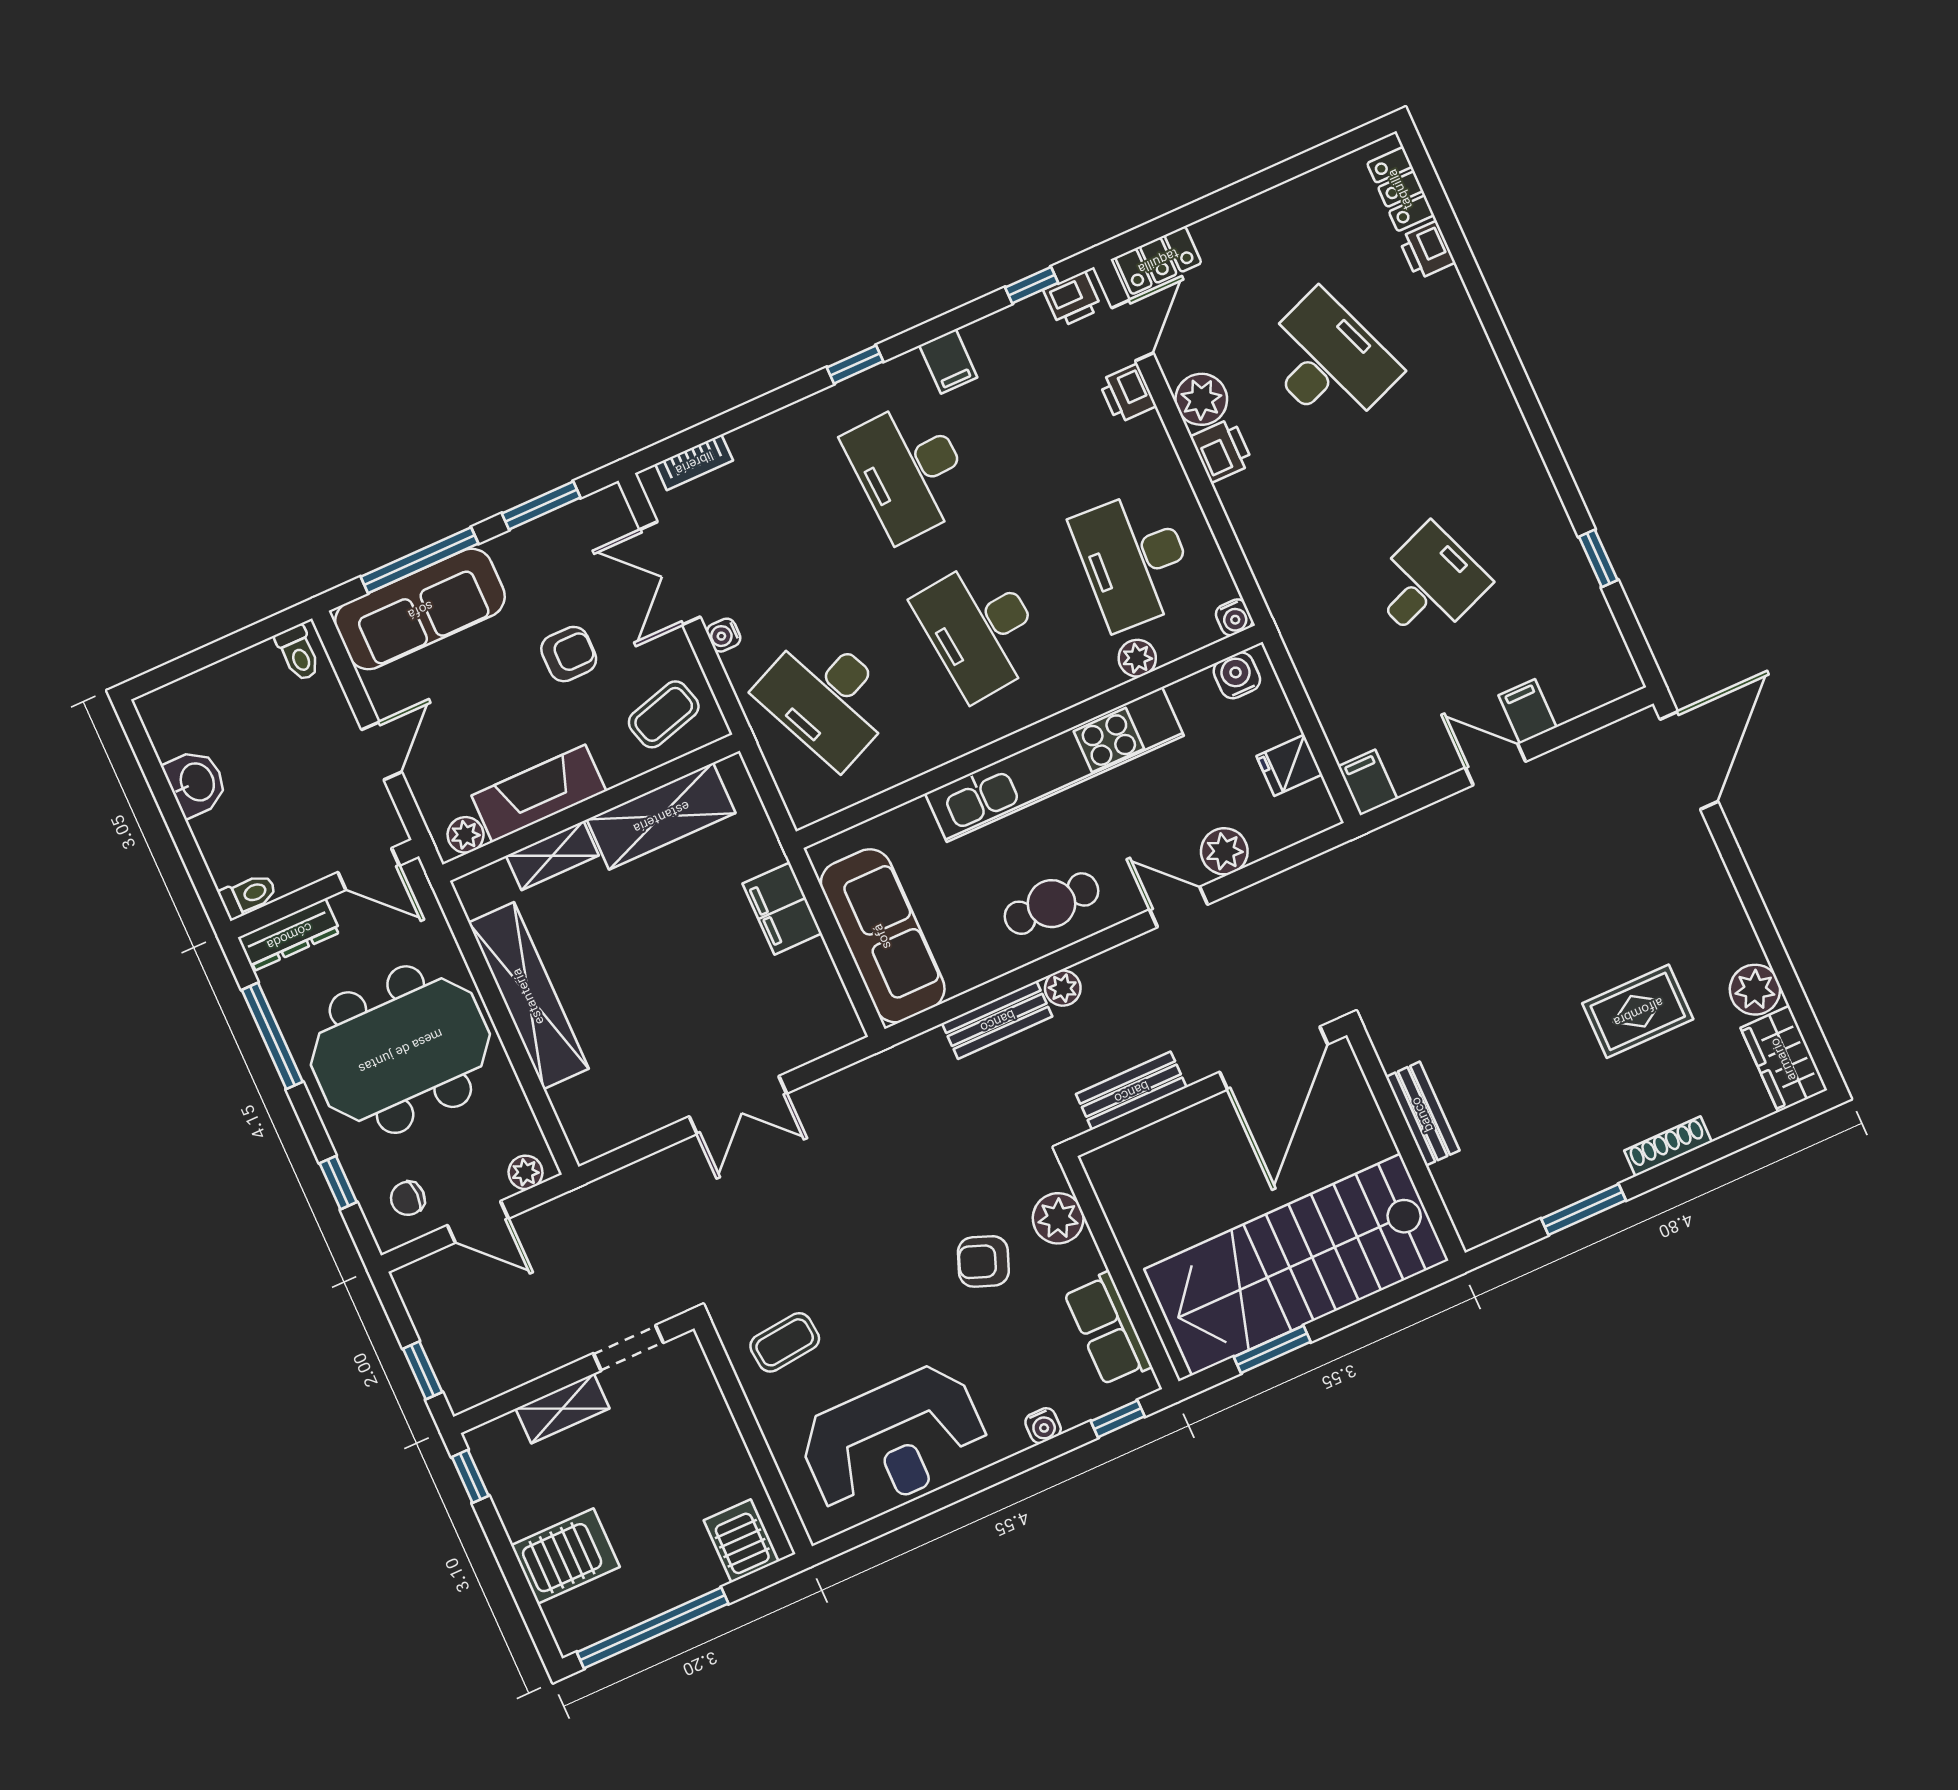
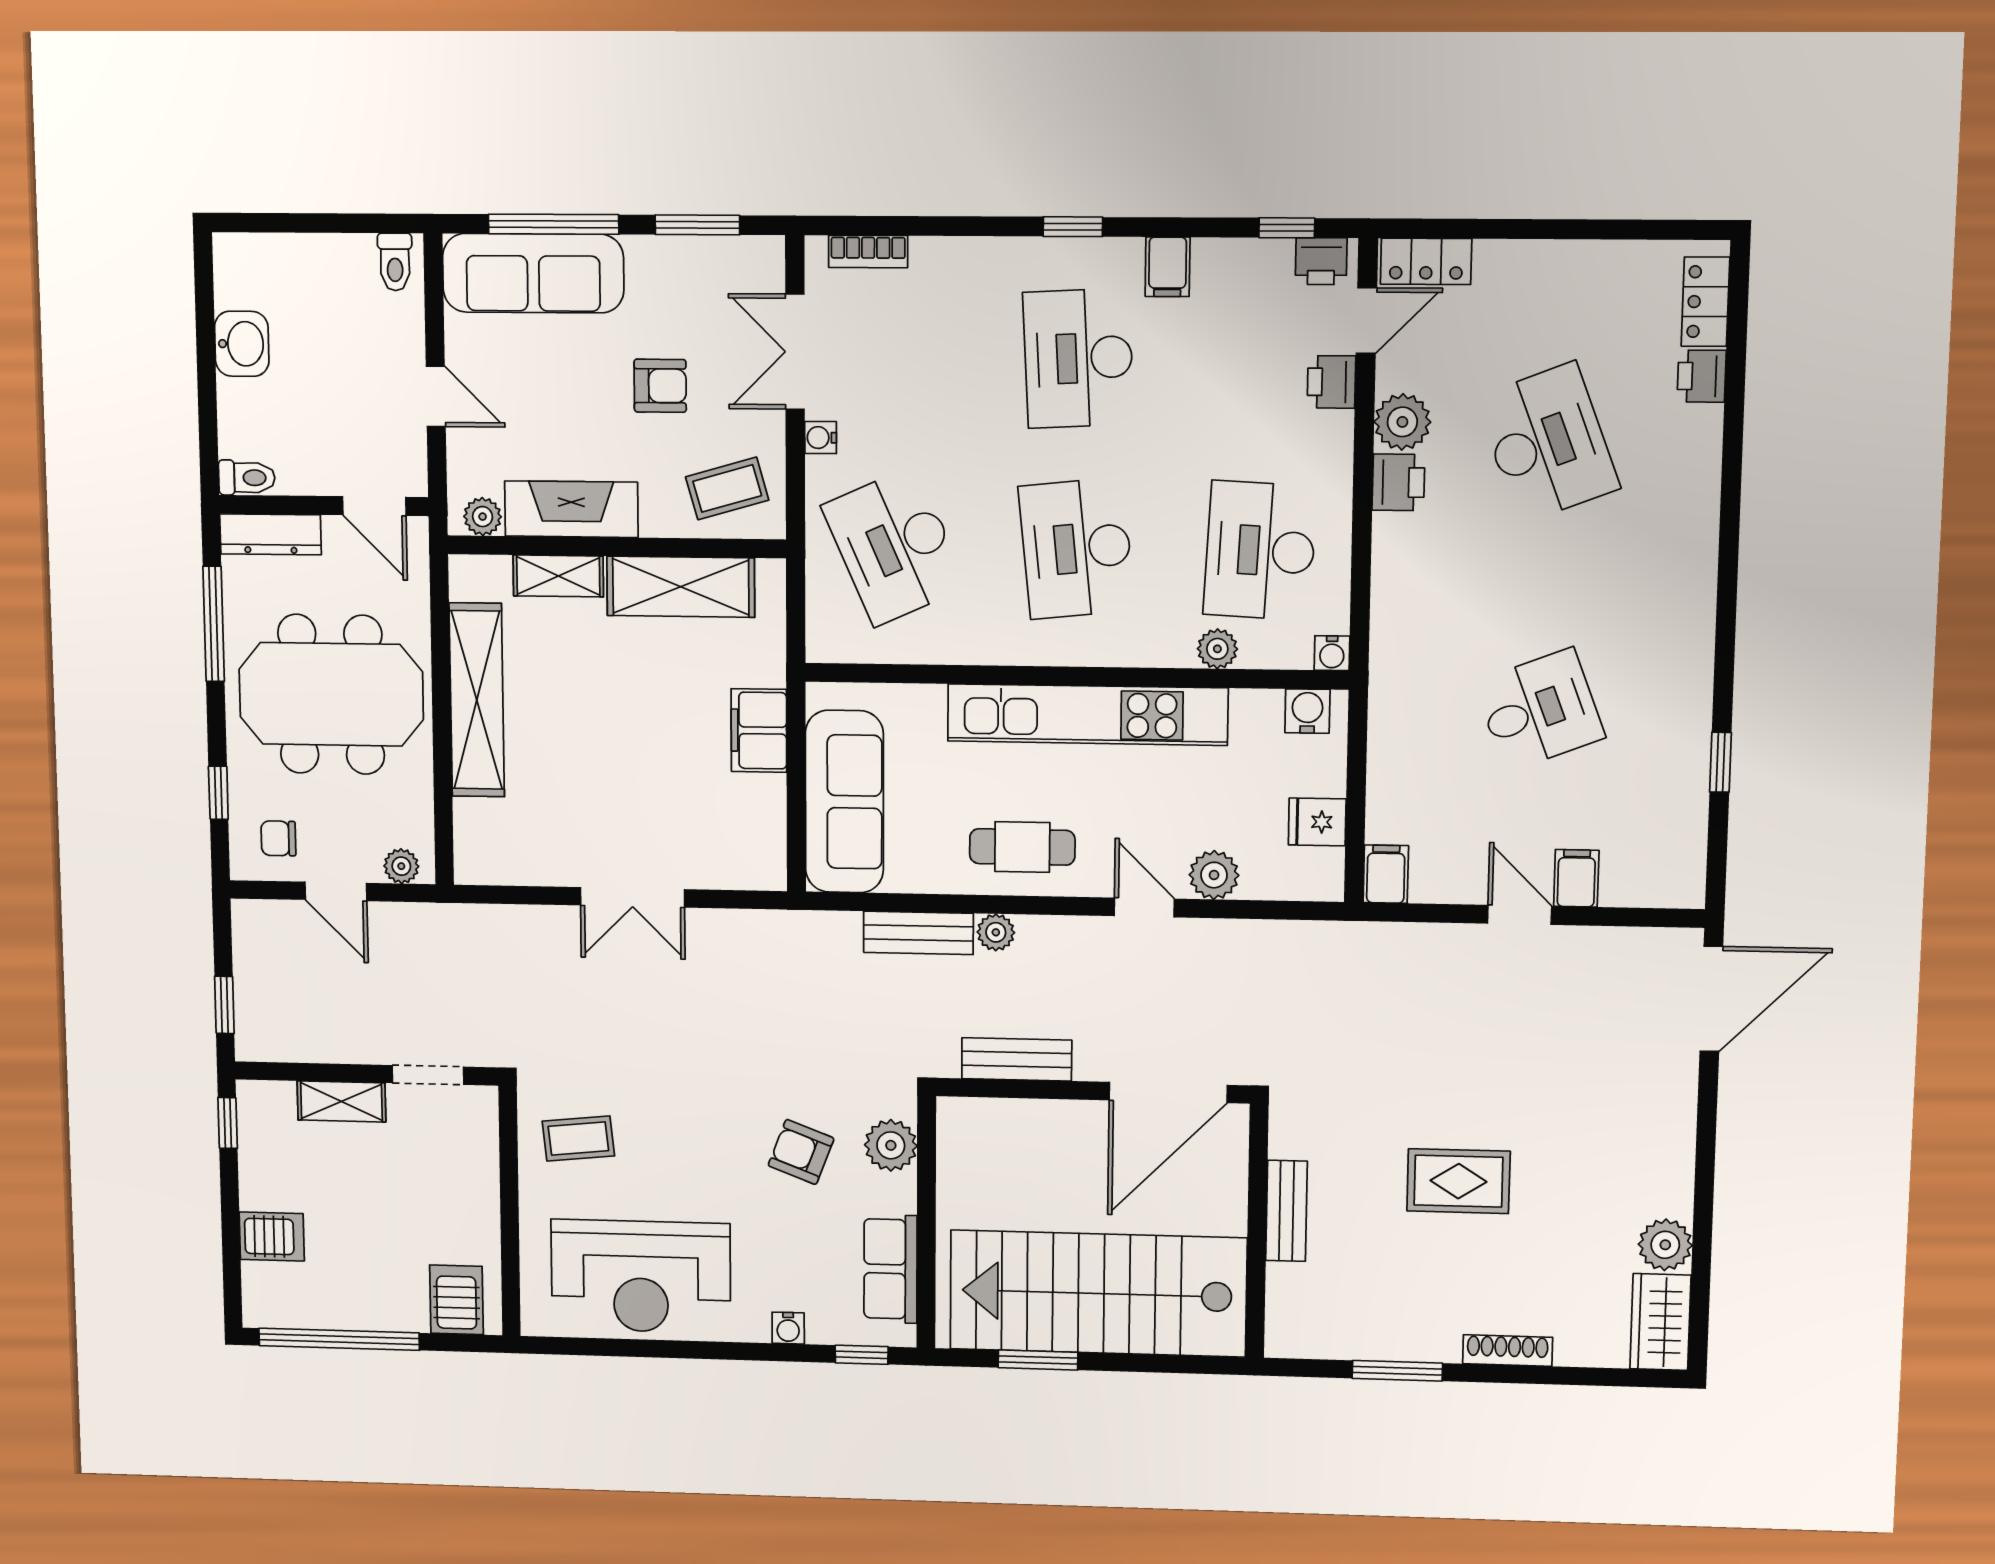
door: (382, 751) -> (436, 396), hinge flipped
rug: (1638, 1011) -> (1458, 1181), moved
server rack: (565, 1556) -> (272, 1237), width x0.73, depth x0.70

